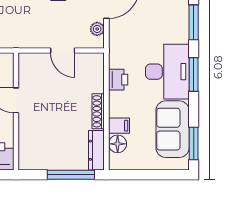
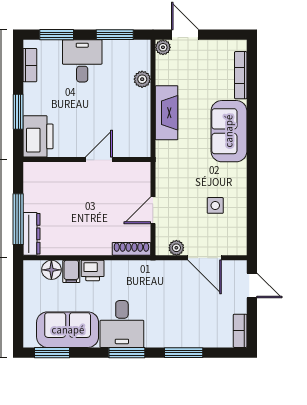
desk: (167, 72) -> (122, 324), width x0.73
printer: (118, 80) -> (93, 270), moved
shoe rack: (98, 111) -> (131, 249), moved
dresser: (96, 150) -> (32, 234), moved, turned 90

